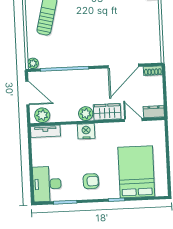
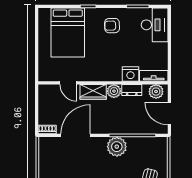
plant: (33, 63) -> (117, 147), moved, width x1.88, depth x1.88
dresser: (154, 112) -> (132, 90), moved
nightstand: (86, 131) -> (130, 74), moved

